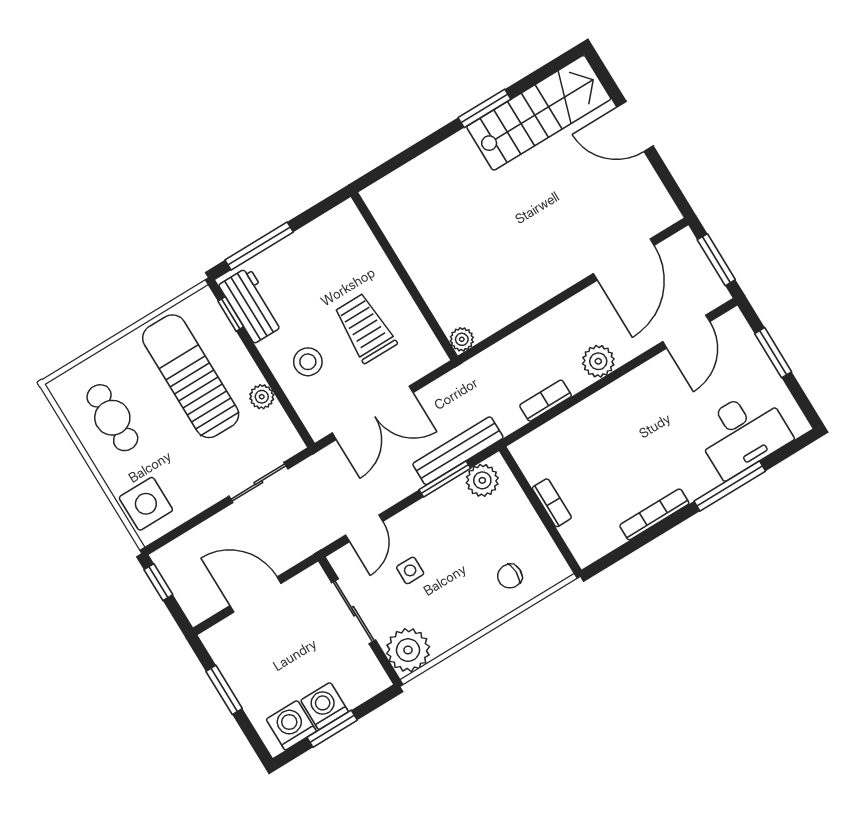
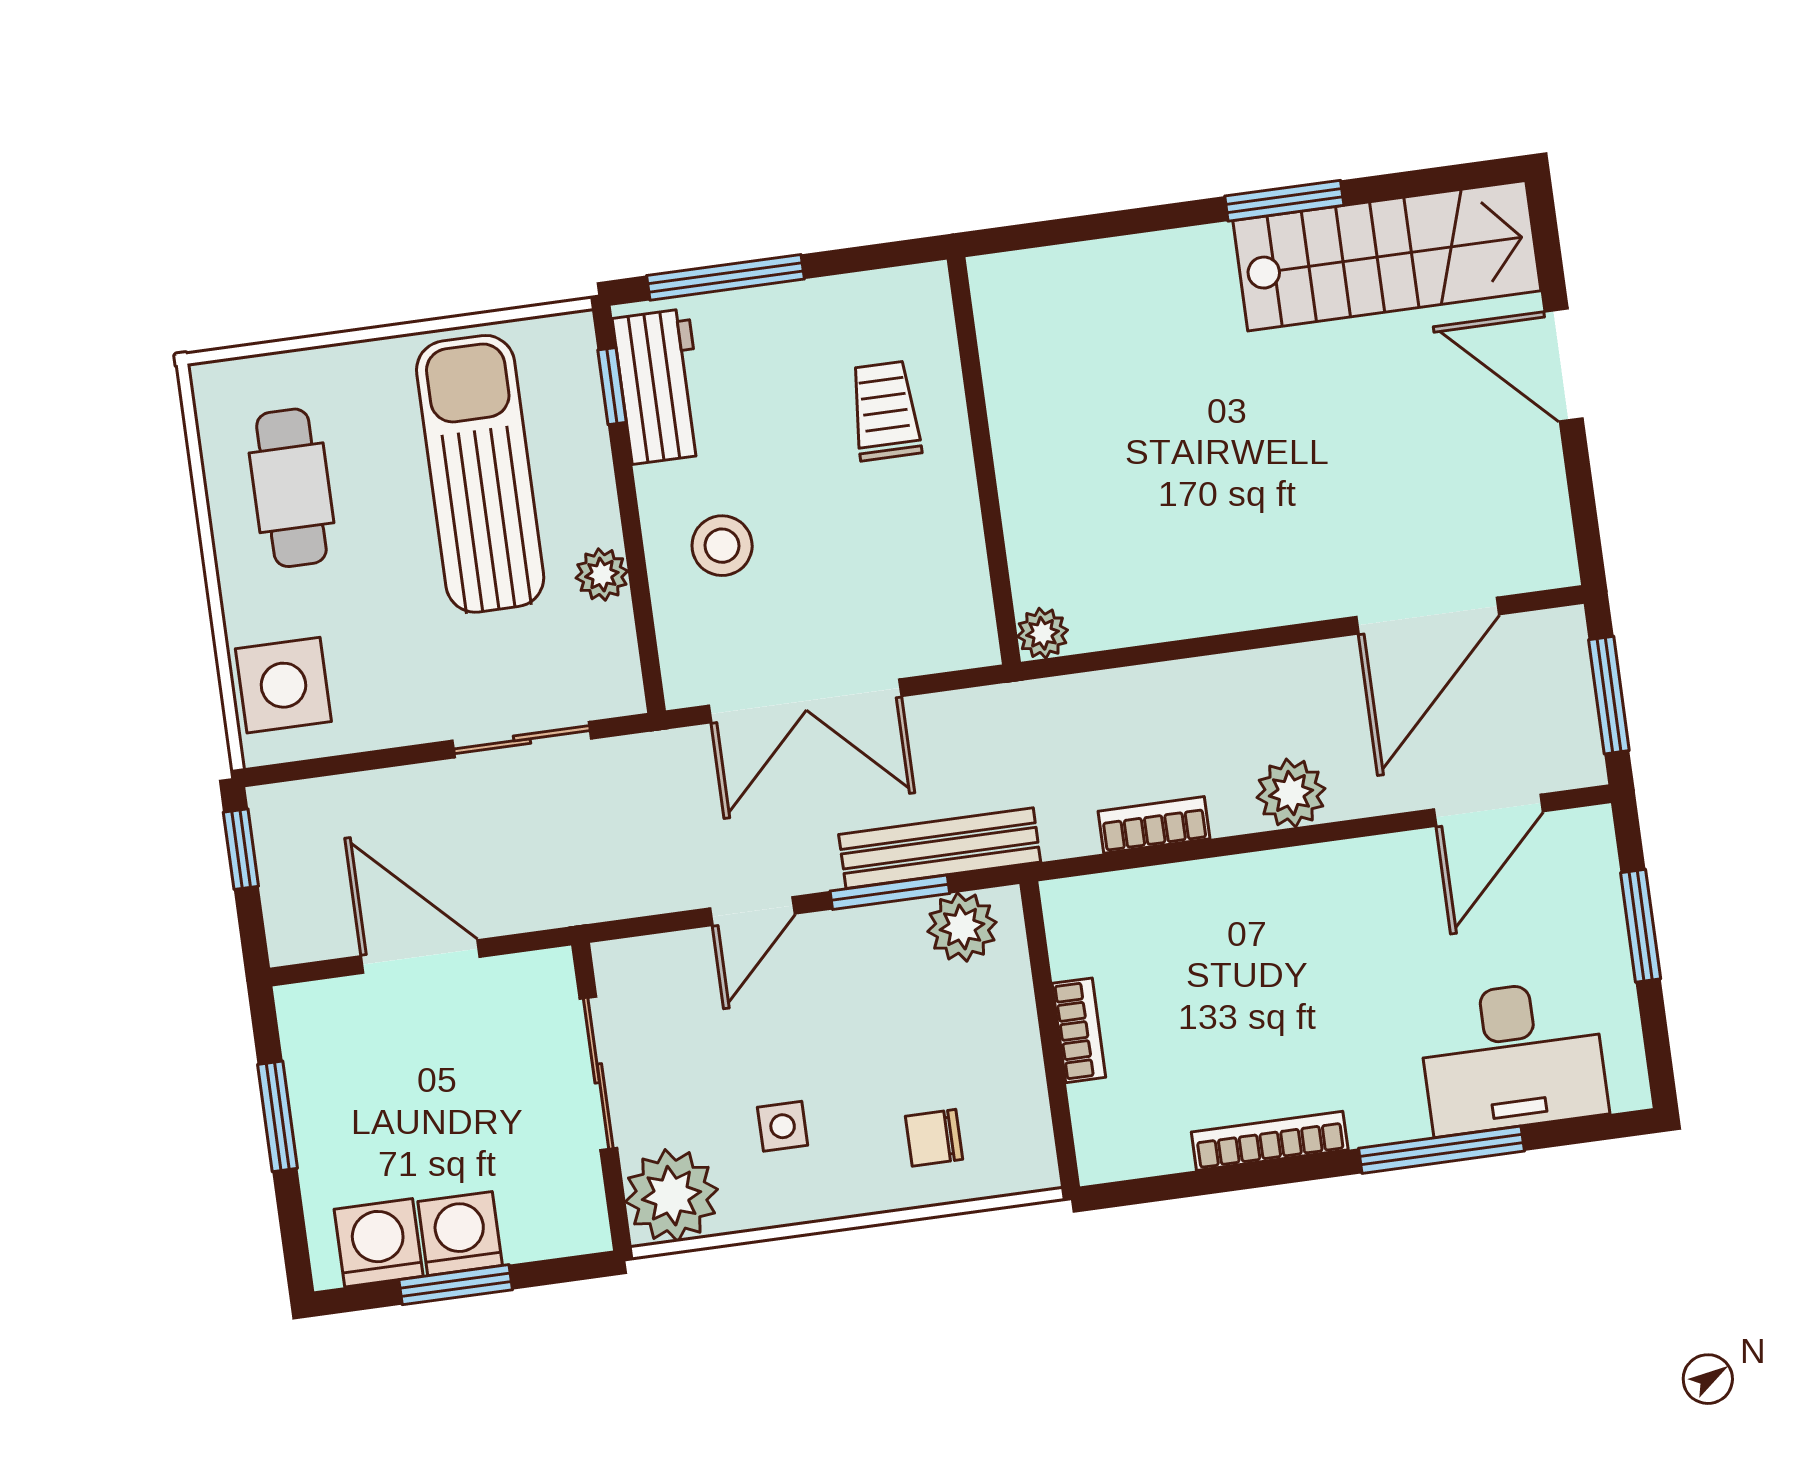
trolley: (365, 328) -> (885, 411), moved, width x0.73, depth x0.72
door: (364, 528) -> (752, 911), moved
side table: (410, 570) -> (783, 1126), moved

